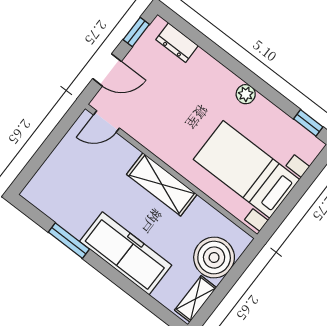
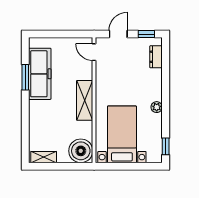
door: (107, 70) -> (118, 34), swing flipped
freezer: (126, 253) -> (40, 74), moved
boiler: (214, 258) -> (81, 151), moved

